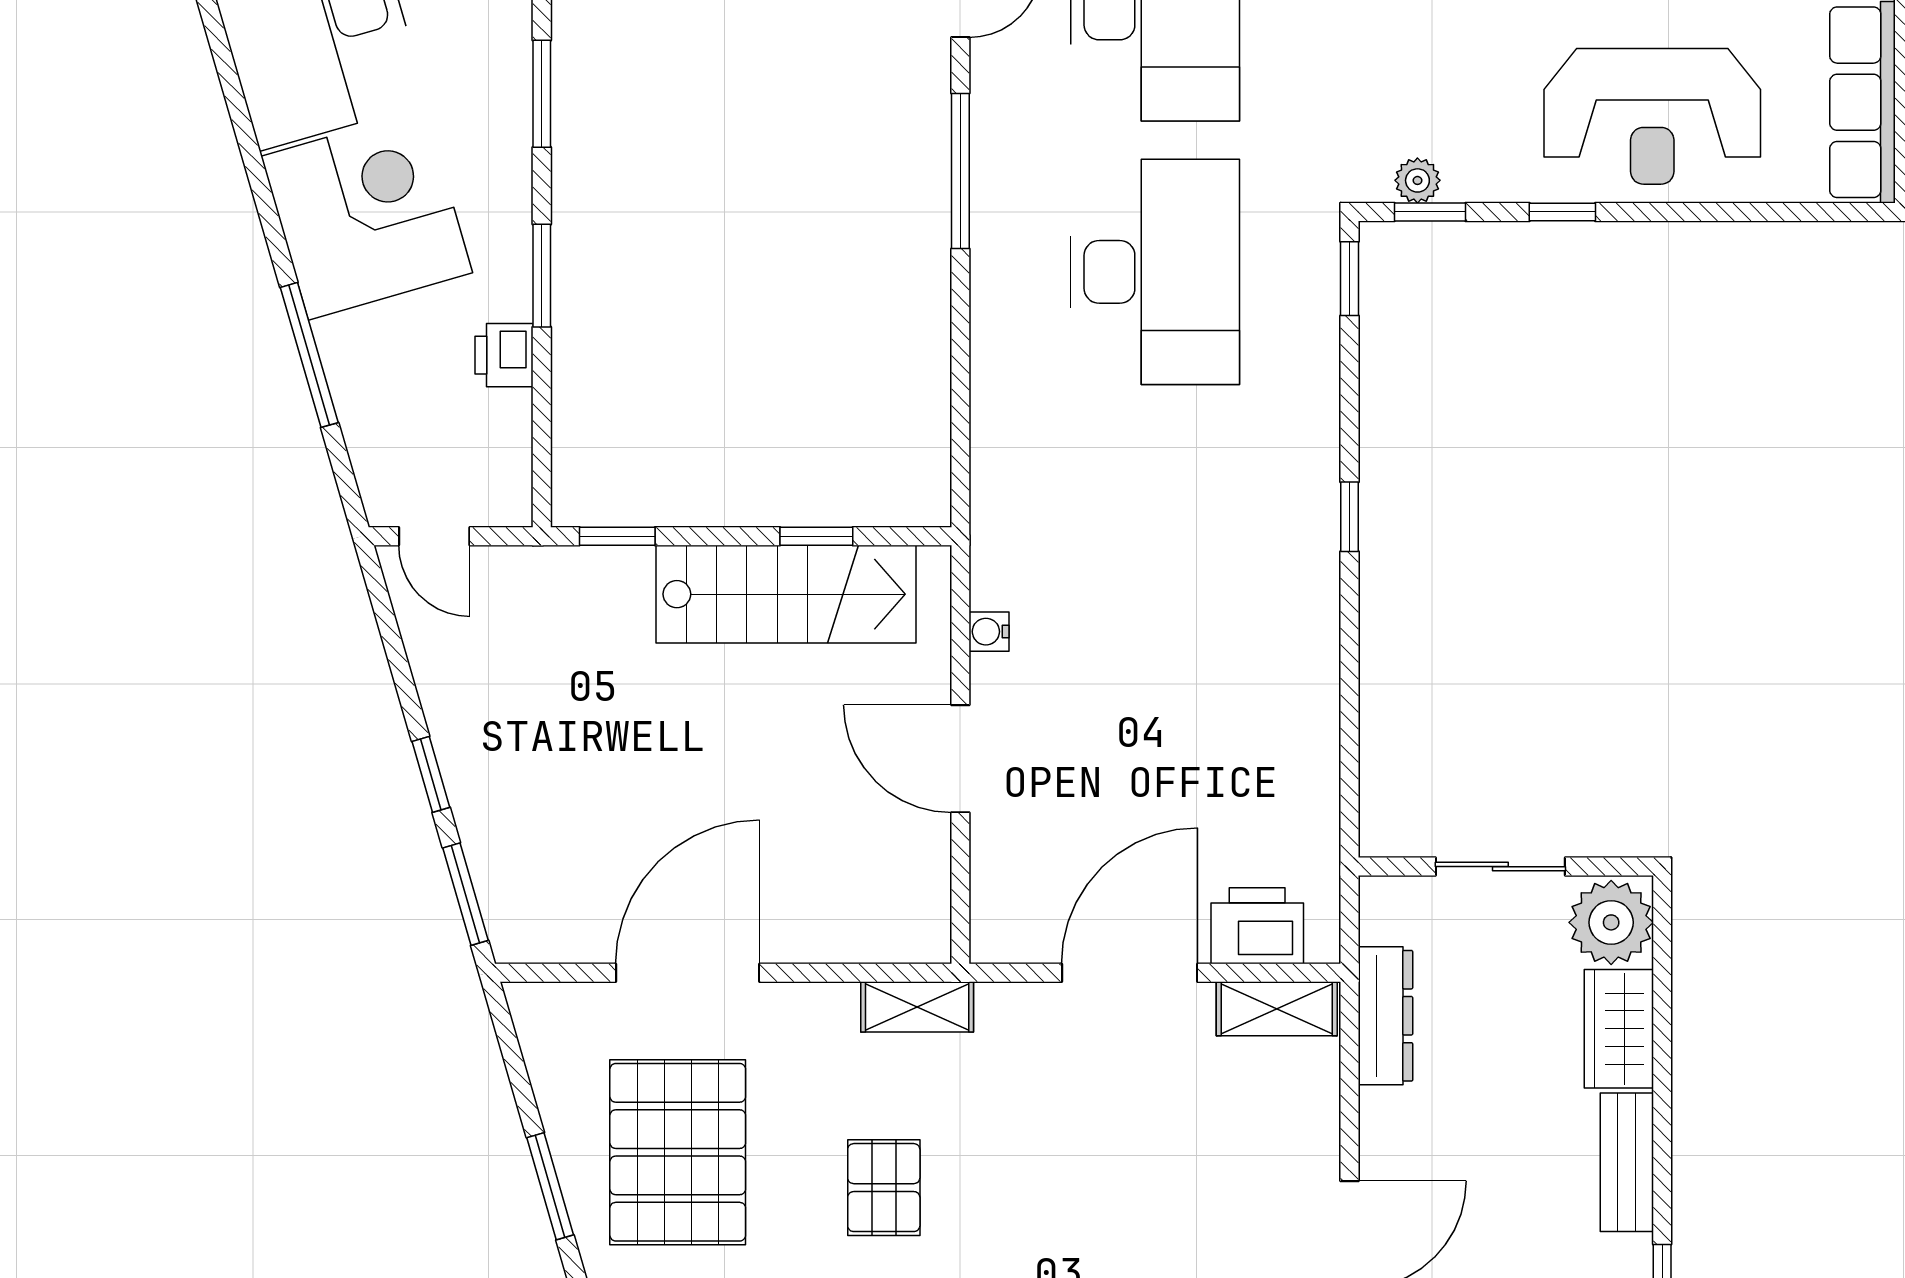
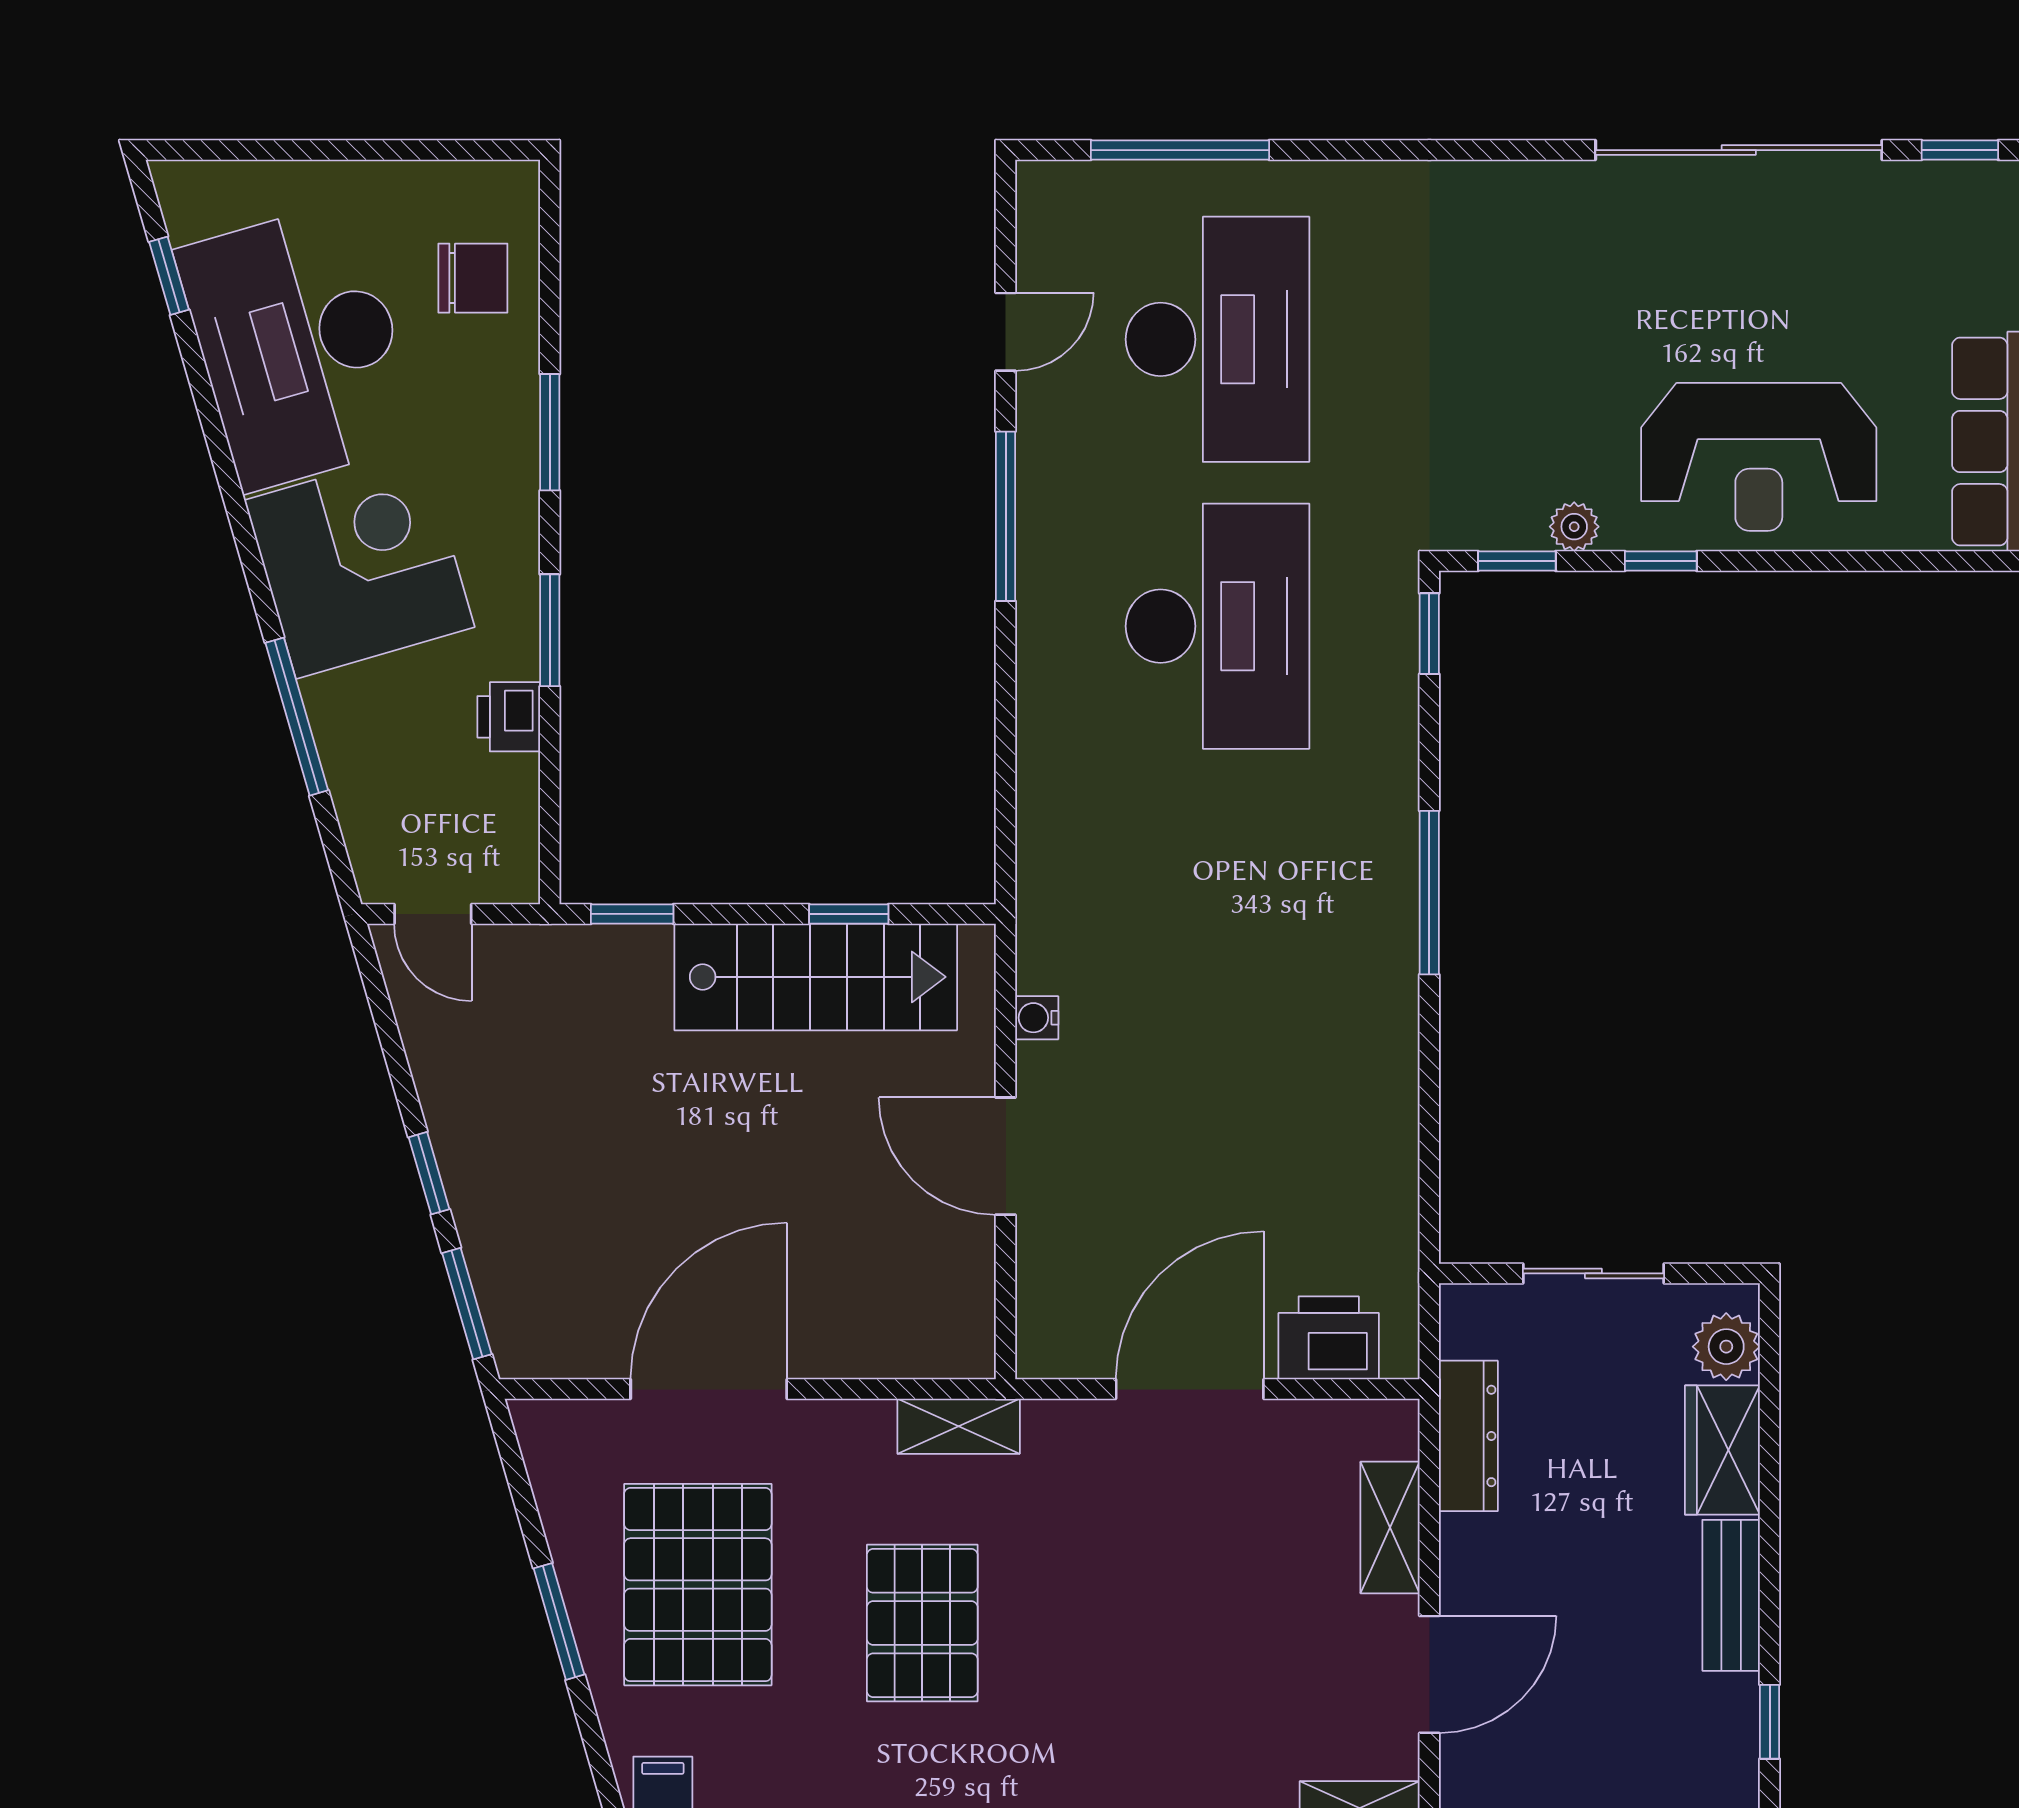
plant: (1417, 180) -> (1574, 527), moved
window: (1350, 517) -> (1429, 893), width x2.17
plant: (1611, 922) -> (1726, 1347), width x0.73, depth x0.73
shelving: (1277, 1009) -> (1390, 1528), moved, turned 90
pallet: (884, 1188) -> (922, 1623), width x1.50, depth x1.42

